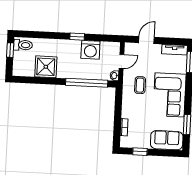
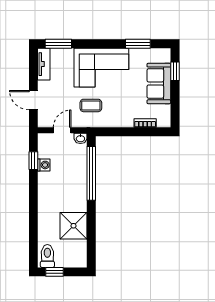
window: (77, 37) -> (33, 161), moved
washing machine: (90, 50) -> (44, 165), width x0.53, depth x0.53
door: (122, 61) -> (62, 130), hinge flipped
sofa: (167, 140) -> (159, 83), moved
window: (140, 152) -> (175, 71), moved

